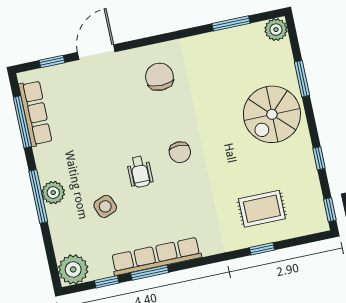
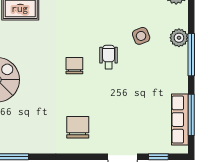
chair: (159, 77) -> (78, 127), turned 180
plant: (53, 193) -> (179, 38), moved

